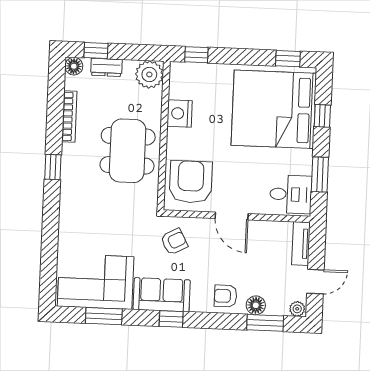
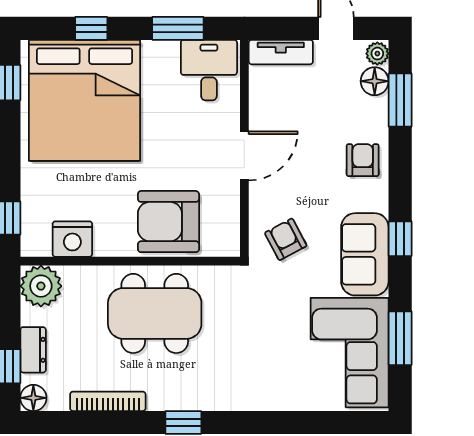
nightstand: (180, 113) -> (72, 239), moved
armchair: (191, 182) -> (168, 222), moved
armchair: (225, 296) -> (363, 160), turned 180
floor lamp: (256, 305) -> (375, 81), moved

